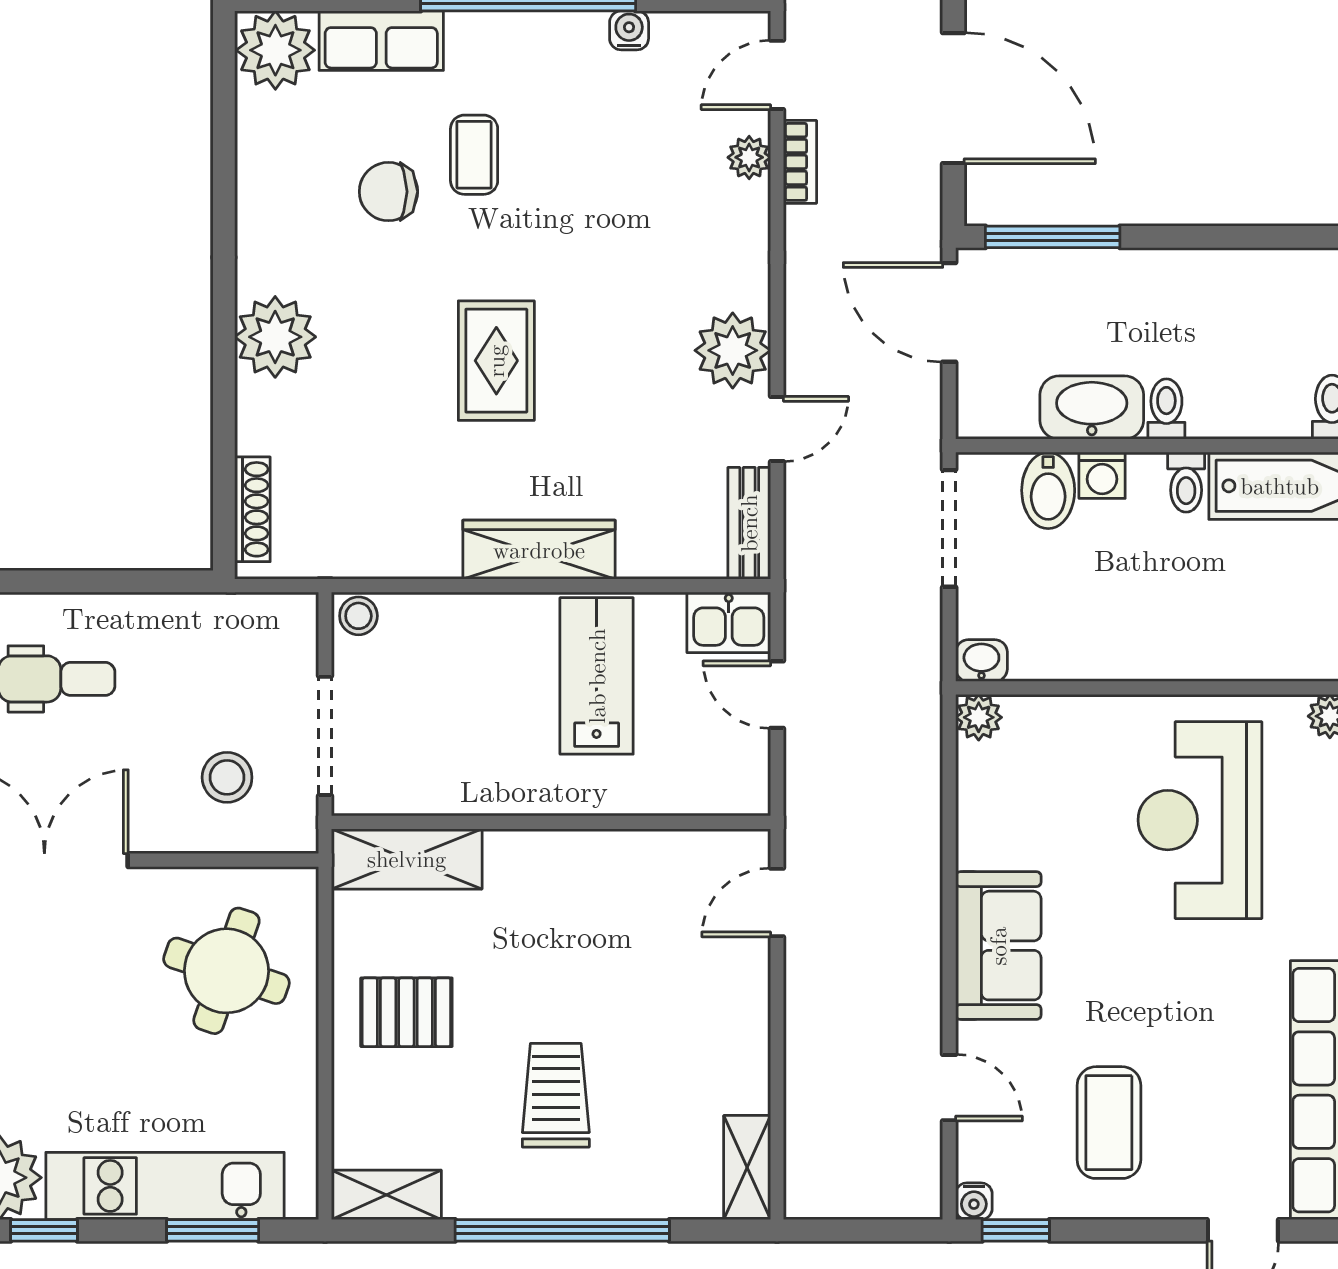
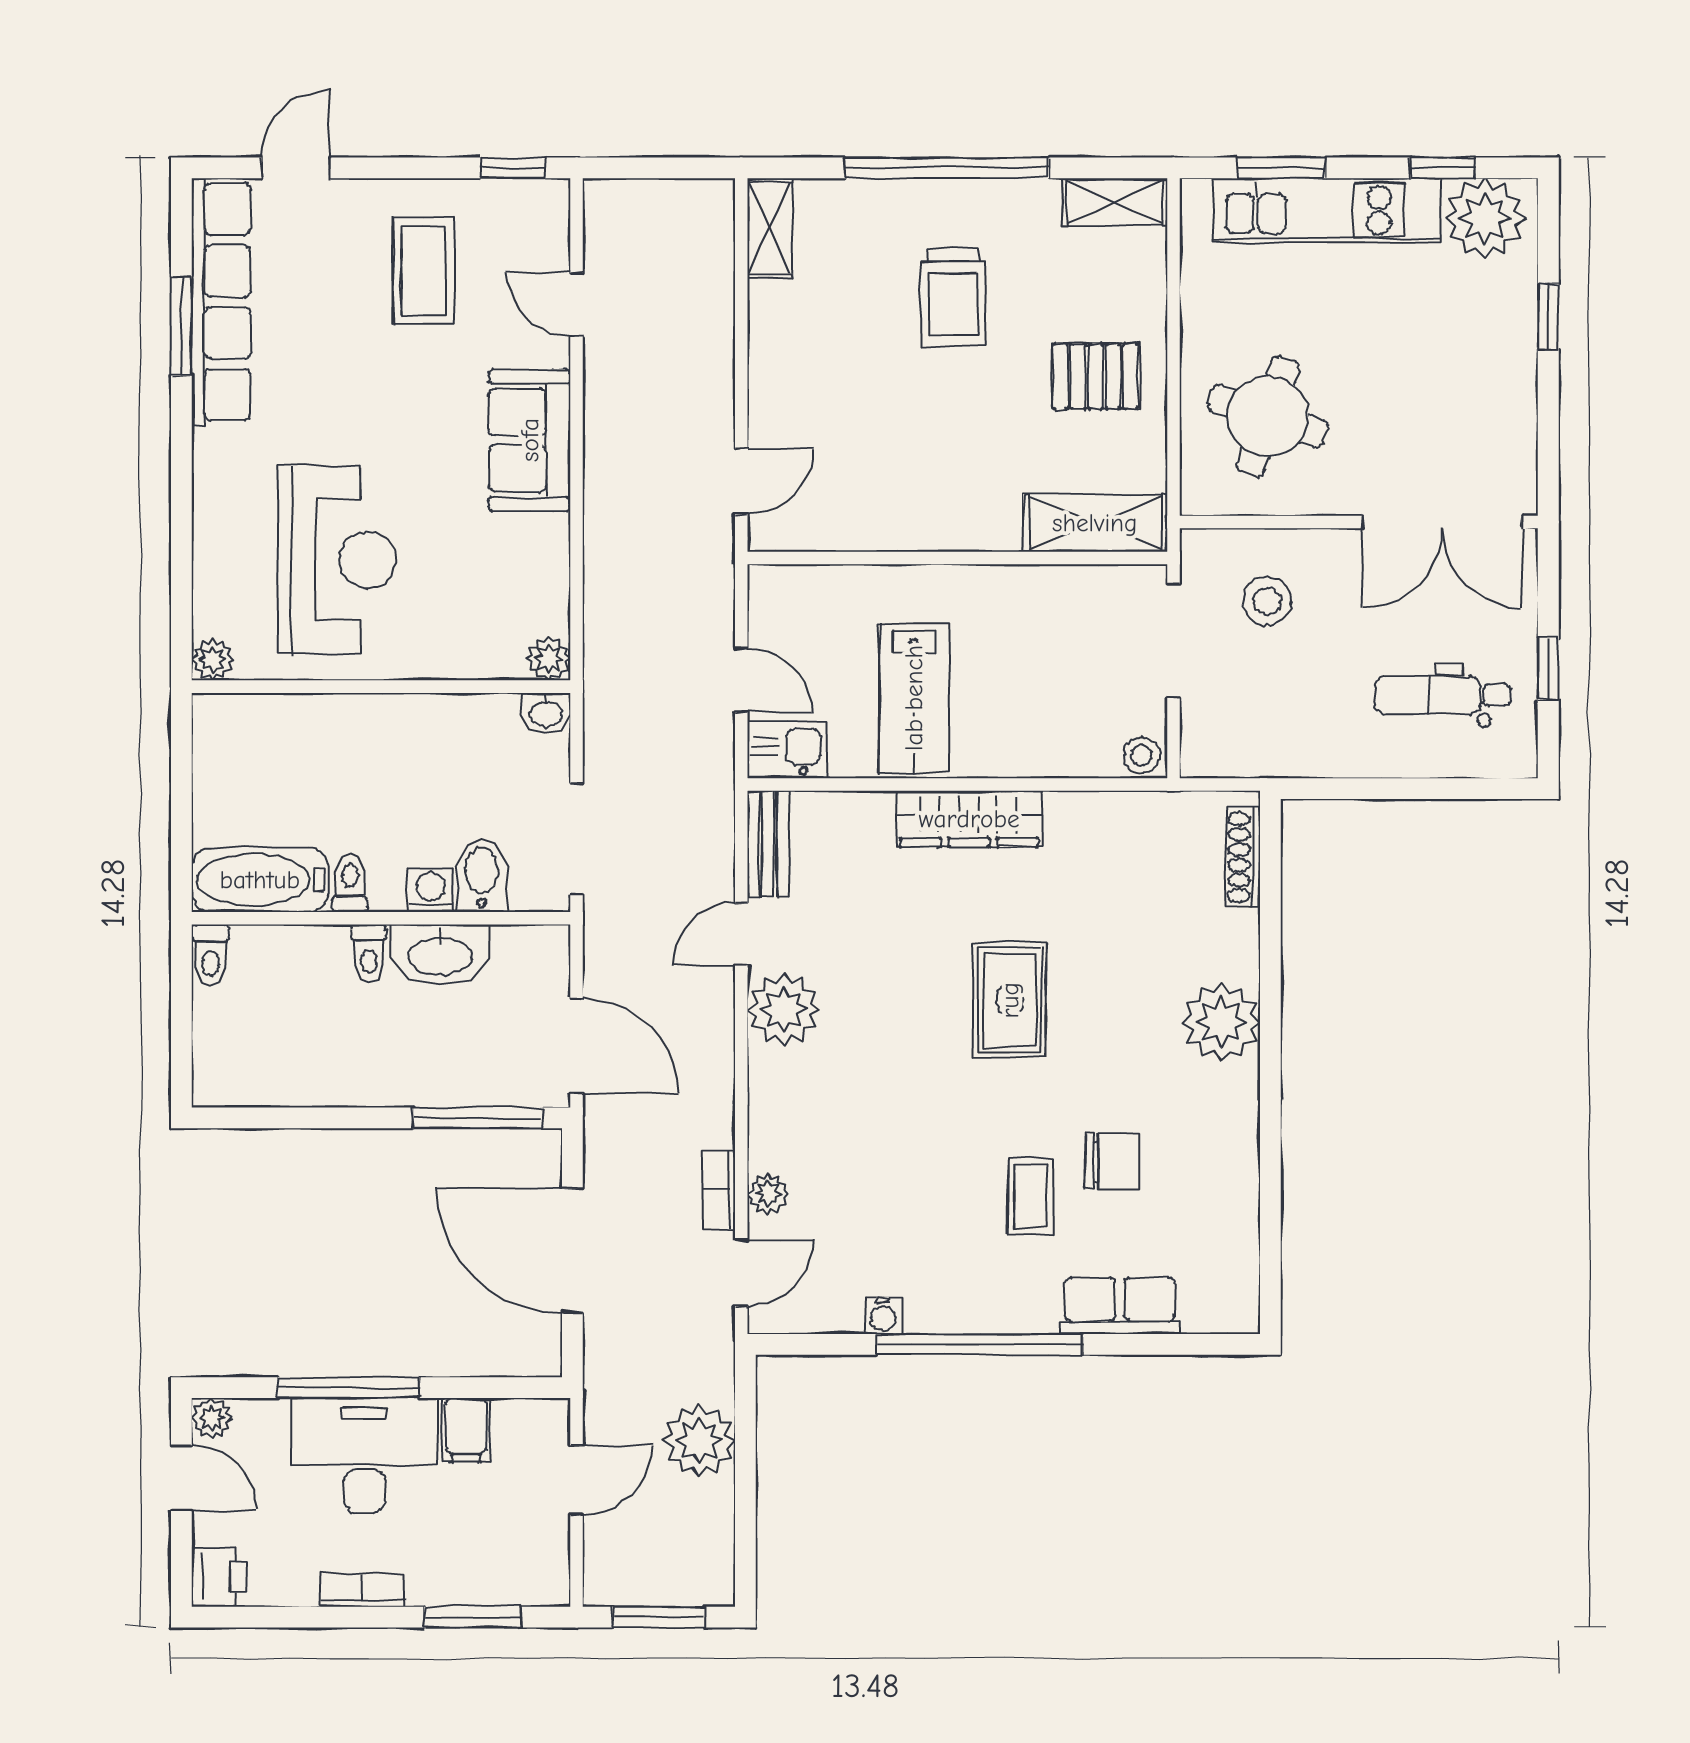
plant: (275, 50) -> (1221, 1297), removed
water cooler: (974, 1201) -> (553, 196), removed

